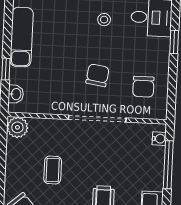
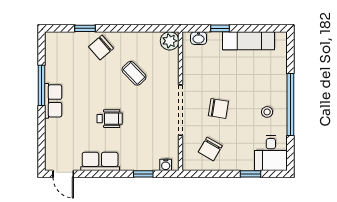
chair: (143, 87) -> (210, 149), turned -60
window: (168, 165) -> (143, 174), width x0.46
coffee table: (53, 170) -> (134, 73), turned 46

